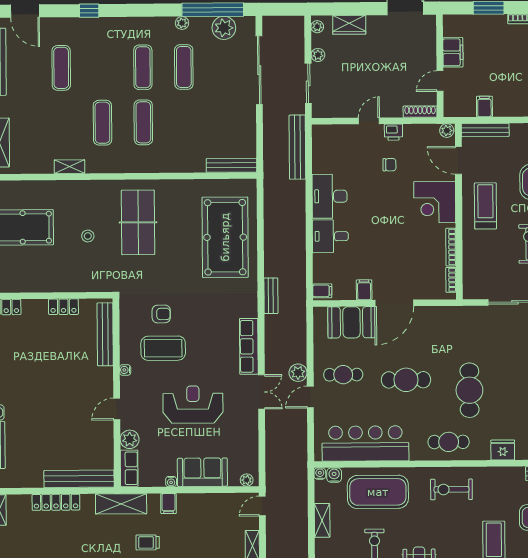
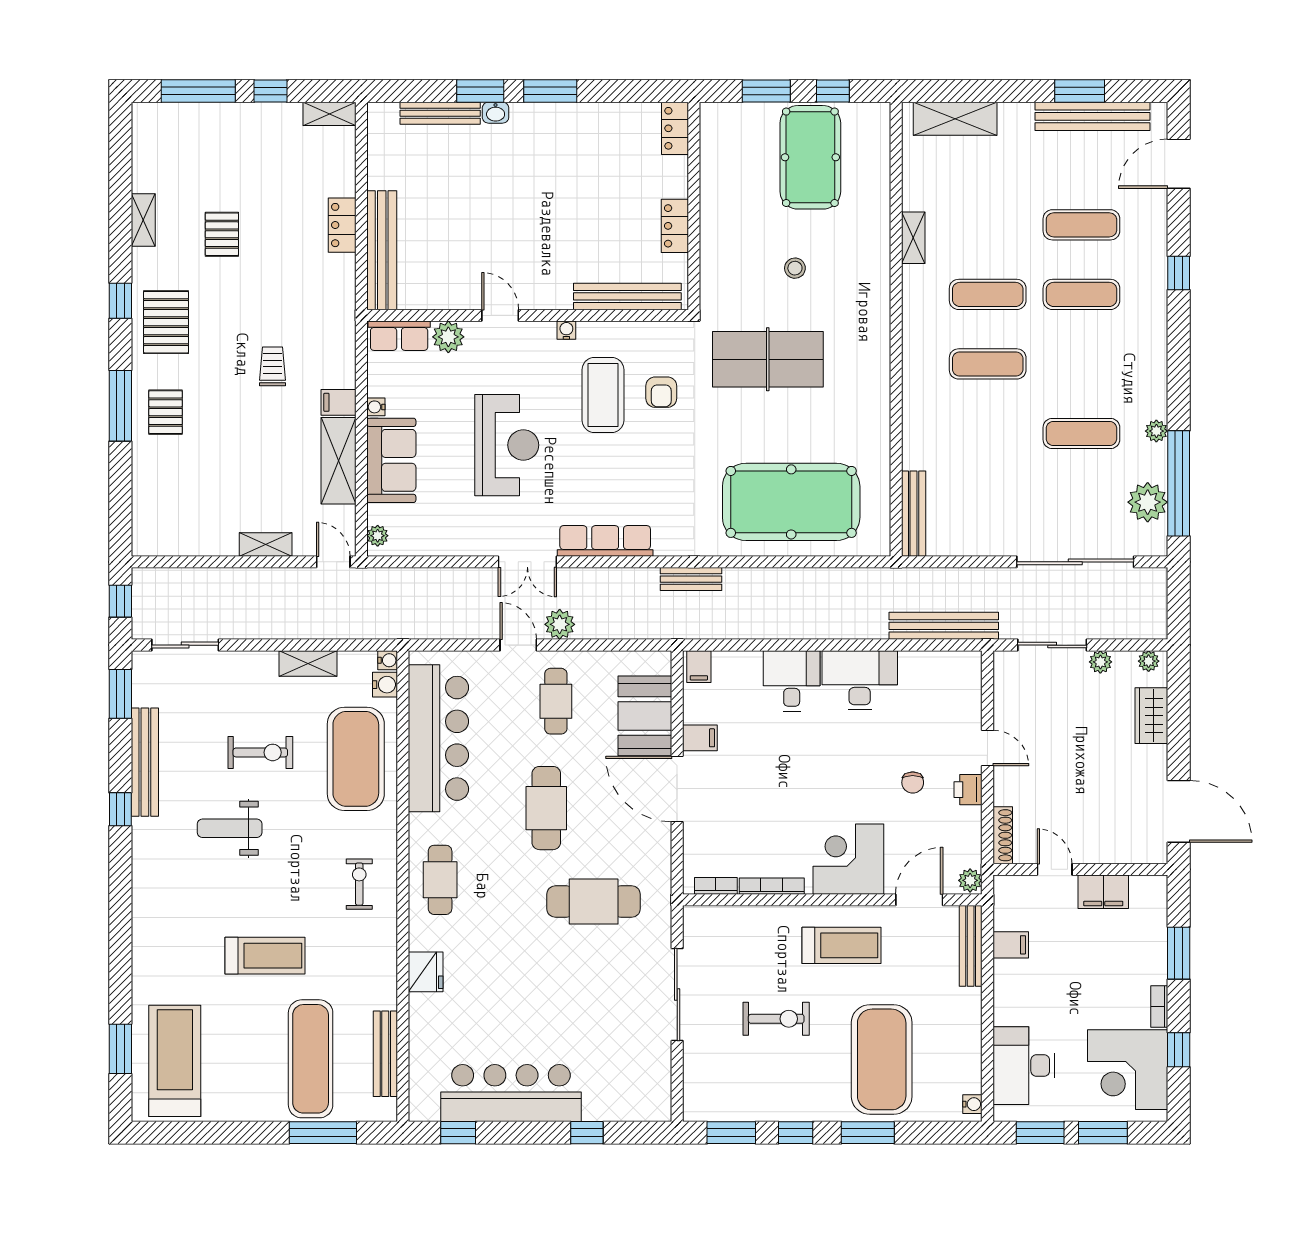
exercise mat: (143, 67) -> (1081, 294), moved
table tennis table: (138, 222) -> (768, 359), moved
cafe table: (469, 390) -> (594, 902), moved
exercise bike: (451, 489) -> (359, 884), width x0.73, depth x0.72
locker: (56, 502) -> (342, 225), width x0.66
shelving: (121, 504) -> (338, 461), moved

